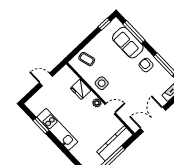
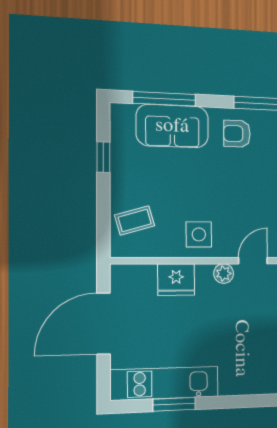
window: (104, 24) -> (103, 157), moved
door: (46, 80) -> (104, 324), width x1.88
kitchen unit: (57, 129) -> (164, 383), moved

